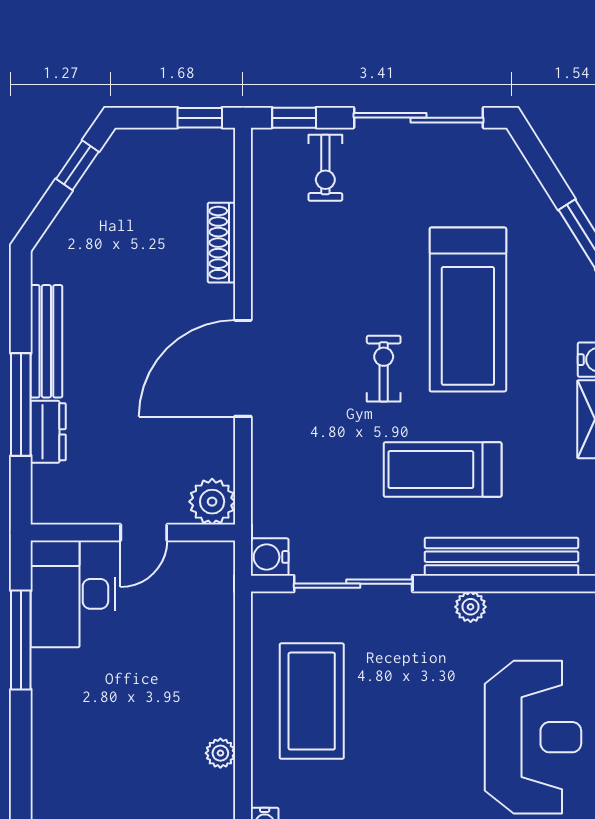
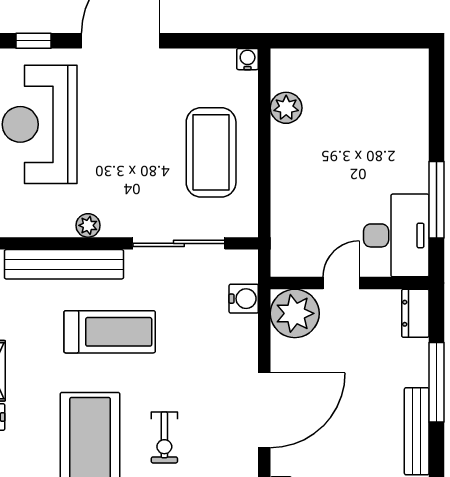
exercise bike: (384, 369) -> (164, 437), moved
dresser: (48, 432) -> (415, 313), moved
plant: (212, 502) -> (295, 313), width x1.36, depth x1.36
water cooler: (270, 557) -> (244, 299), moved
plant: (220, 753) -> (286, 108), width x1.38, depth x1.38

